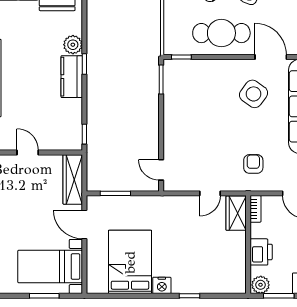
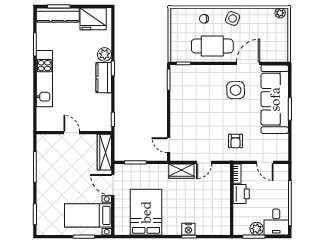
door: (271, 57) -> (248, 63), hinge flipped
side table: (254, 94) -> (236, 90), turned -38
armchair: (253, 164) -> (235, 141), turned 180
wardrobe: (236, 213) -> (181, 171), moved, turned -90
printer: (261, 252) -> (241, 194), moved
nightstand: (162, 285) -> (188, 229), moved
plant: (261, 285) -> (257, 229), moved

